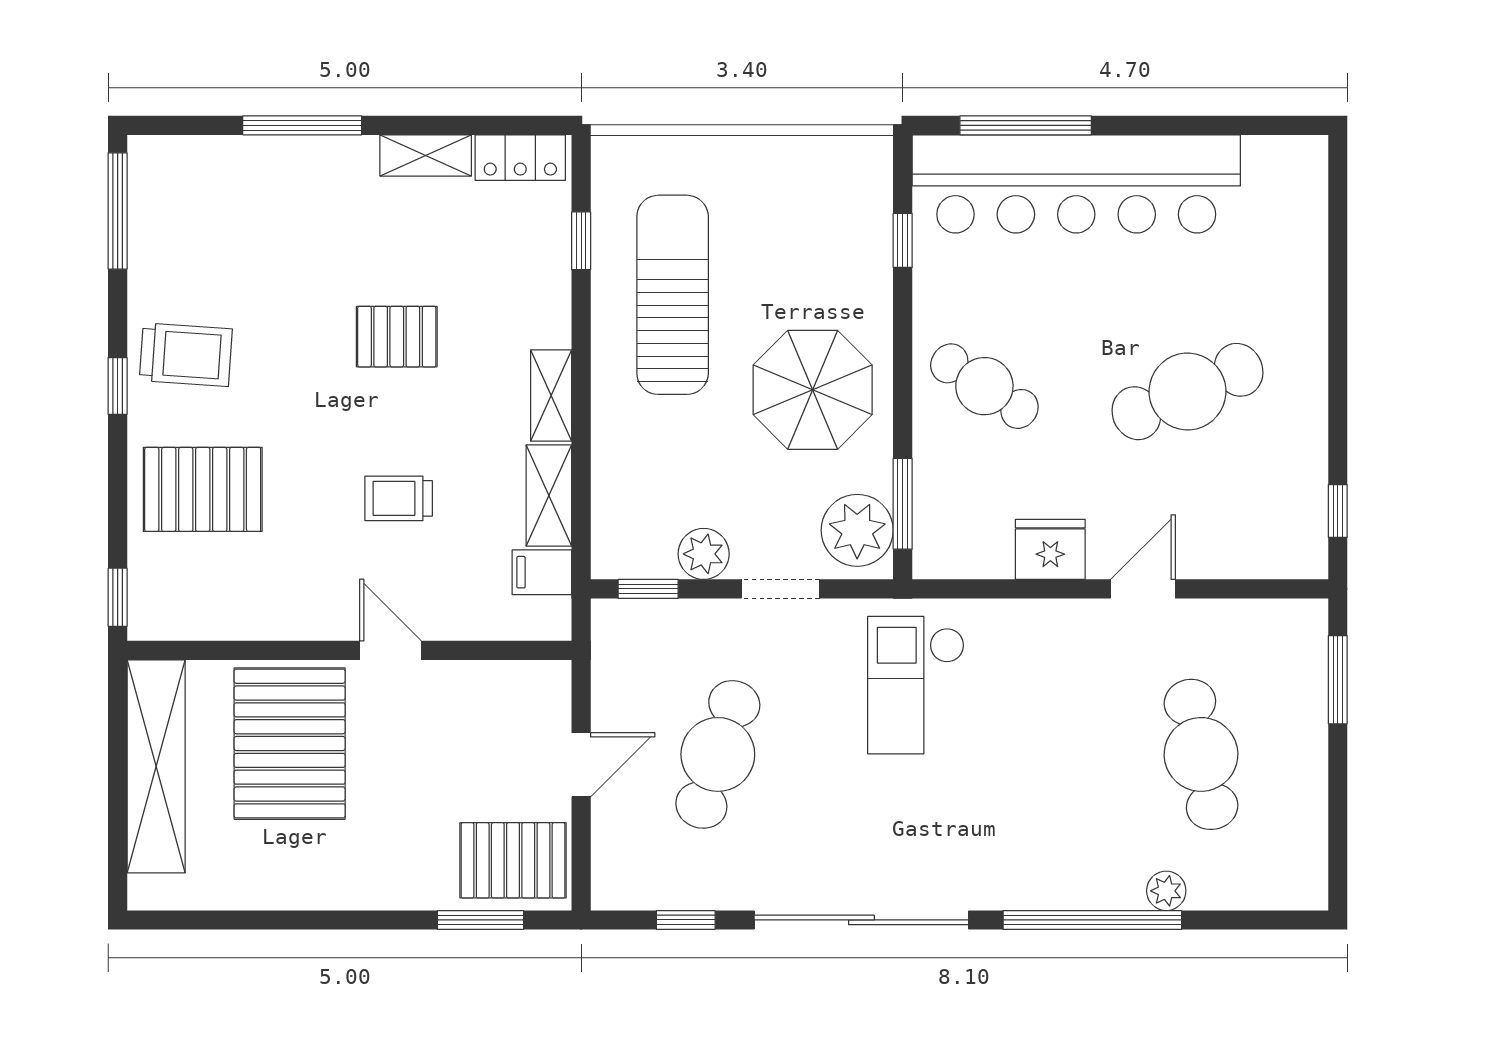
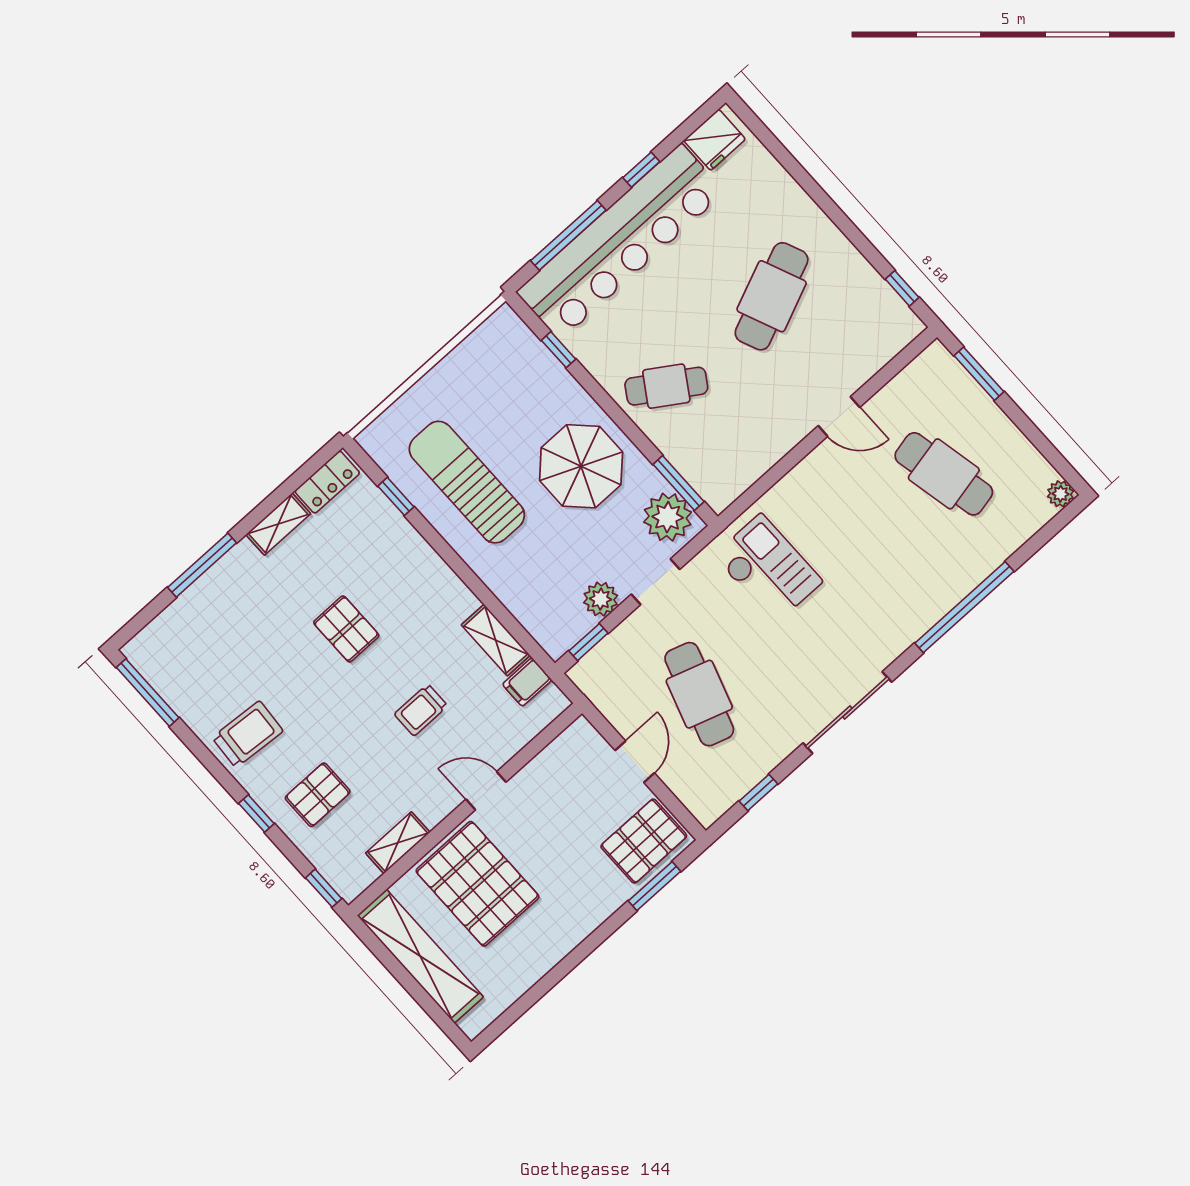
window: (1170, 125) -> (641, 170), added
pallet: (397, 337) -> (346, 629), turned 90
window: (118, 386) -> (256, 813), moved
shelving: (551, 396) -> (398, 843), moved, turned 90
pallet: (203, 489) -> (318, 795), width x0.67, depth x0.71
fridge: (1050, 549) -> (715, 140), moved, turned 180
door: (1143, 589) -> (839, 416), swing flipped
checkout: (916, 685) -> (768, 569), turned 180
plant: (1166, 891) -> (1061, 494), moved
sliding door: (861, 920) -> (847, 712), width x0.73

